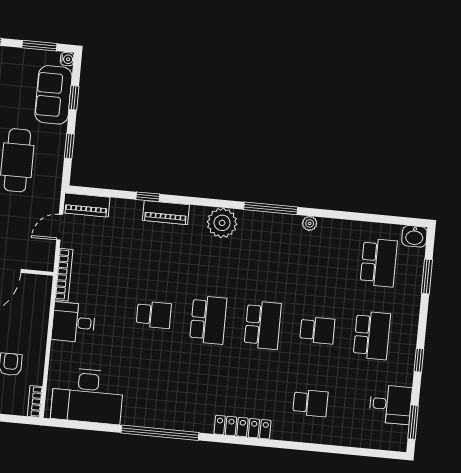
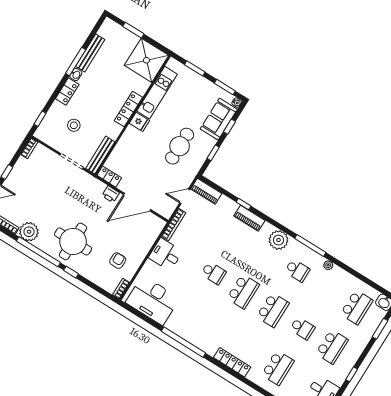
school desk: (270, 252) -> (297, 270), added
school desk: (310, 403) -> (278, 368), width x1.85

